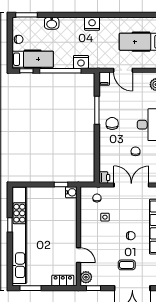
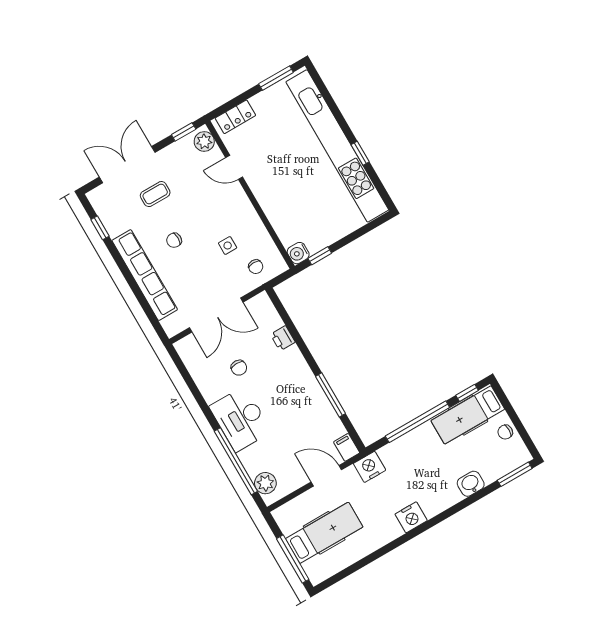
nightstand: (81, 62) -> (370, 467), moved
chair: (112, 123) -> (297, 389), removed
printer: (104, 178) -> (283, 338), moved

